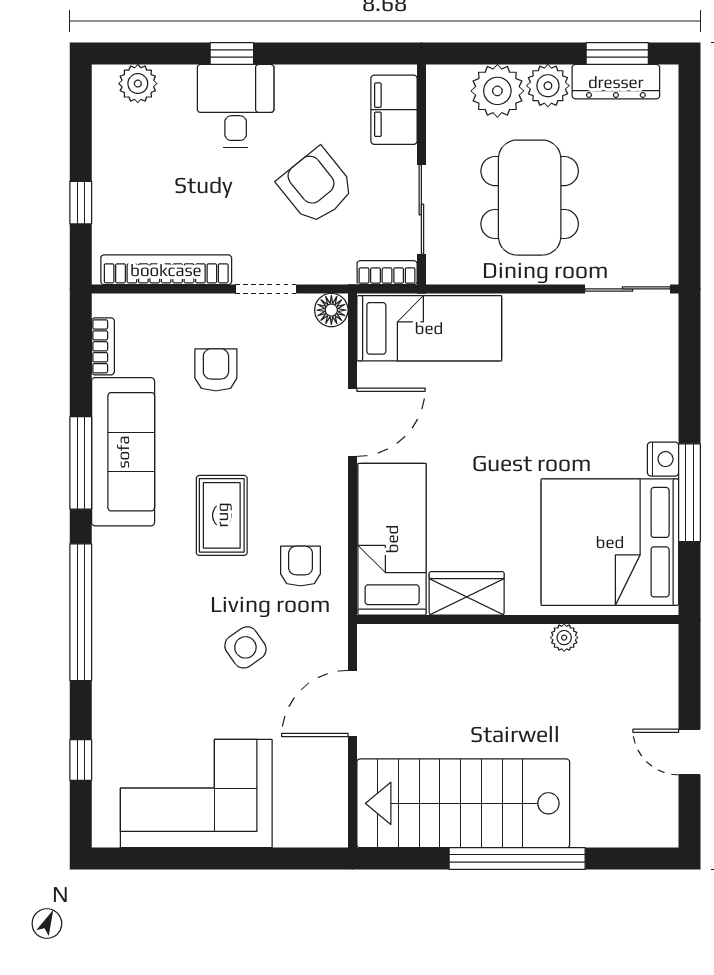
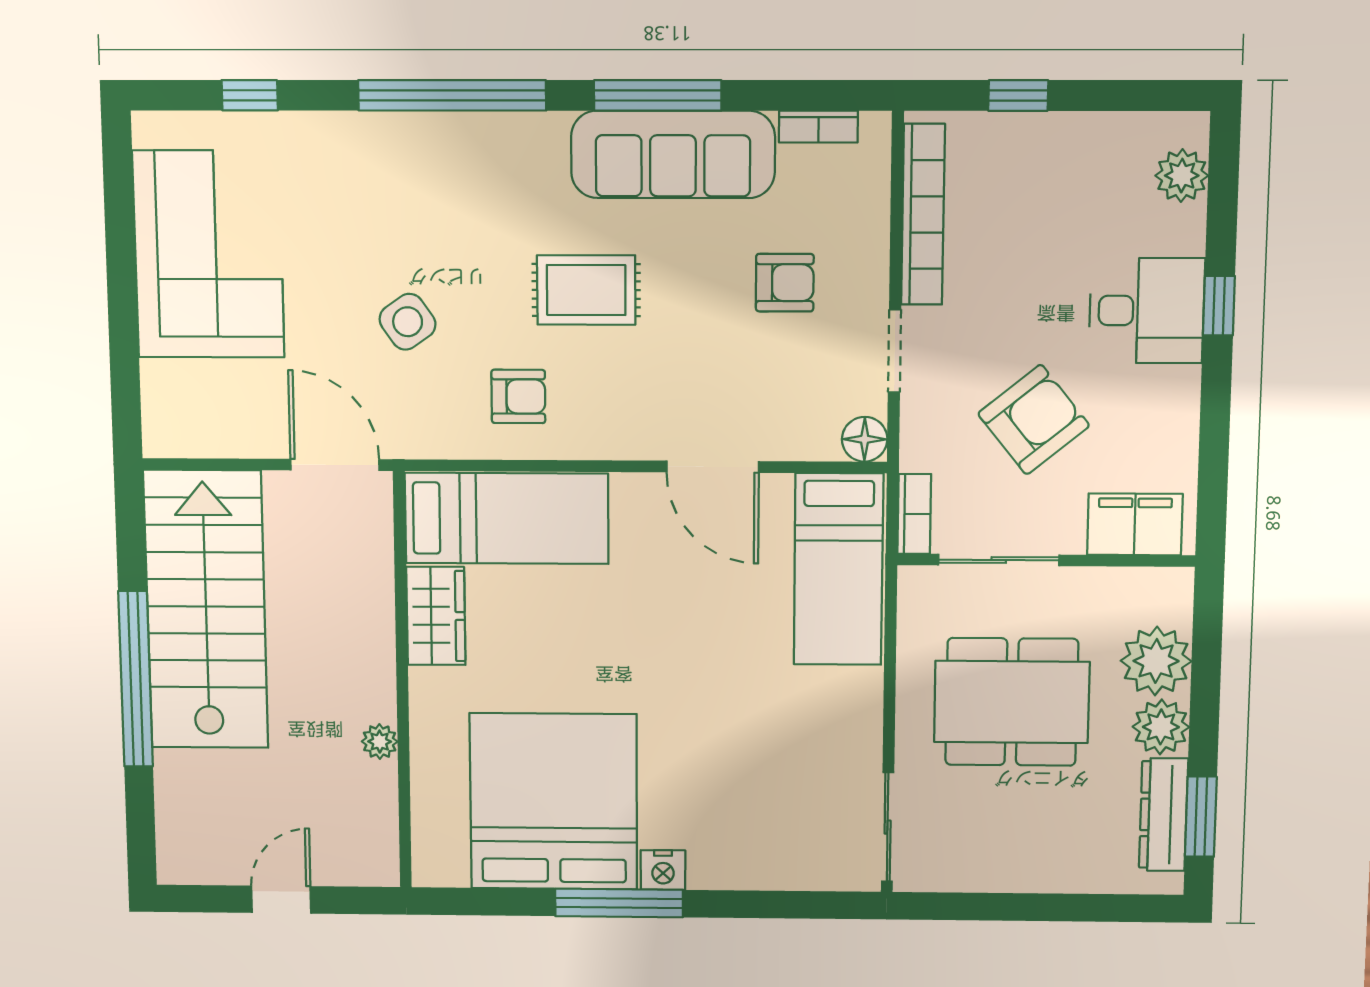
bed: (392, 539) -> (507, 518), moved
wardrobe: (467, 593) -> (436, 616), moved
wall: (518, 620) -> (402, 682), moved
plant: (564, 638) -> (380, 742), moved

